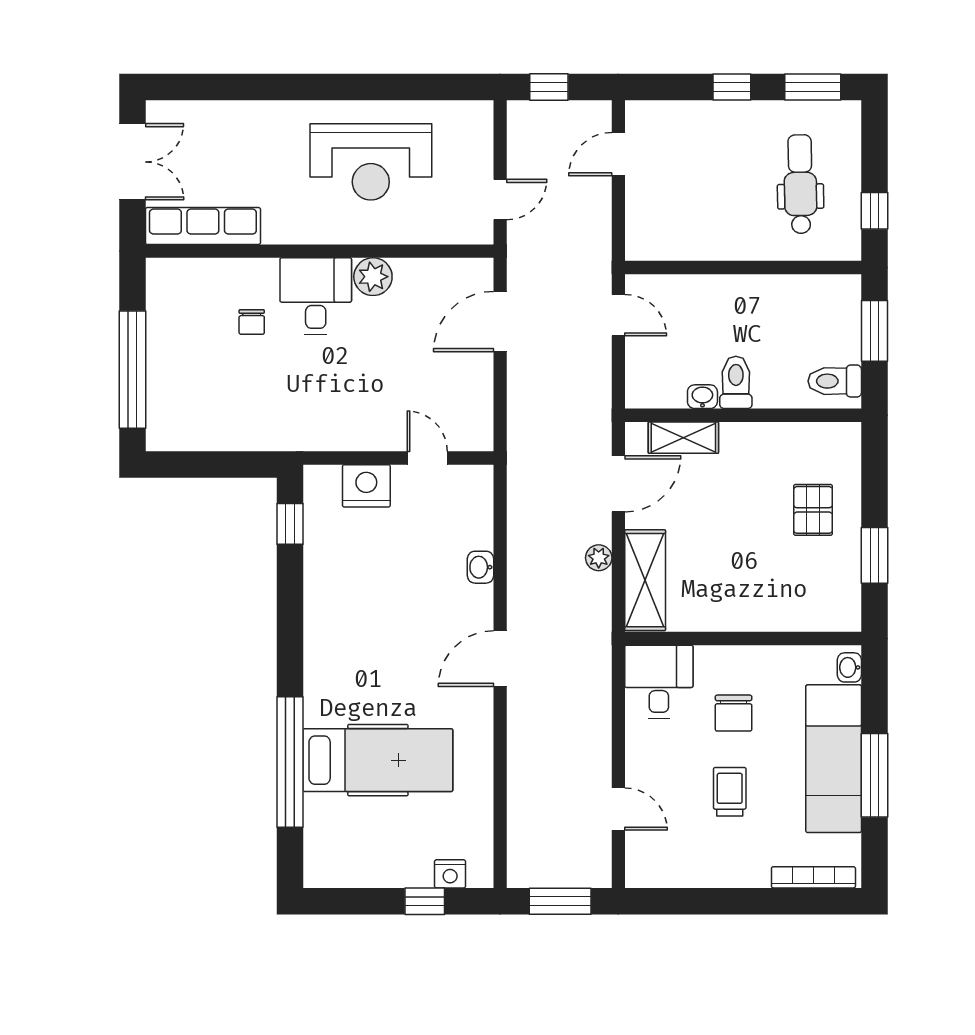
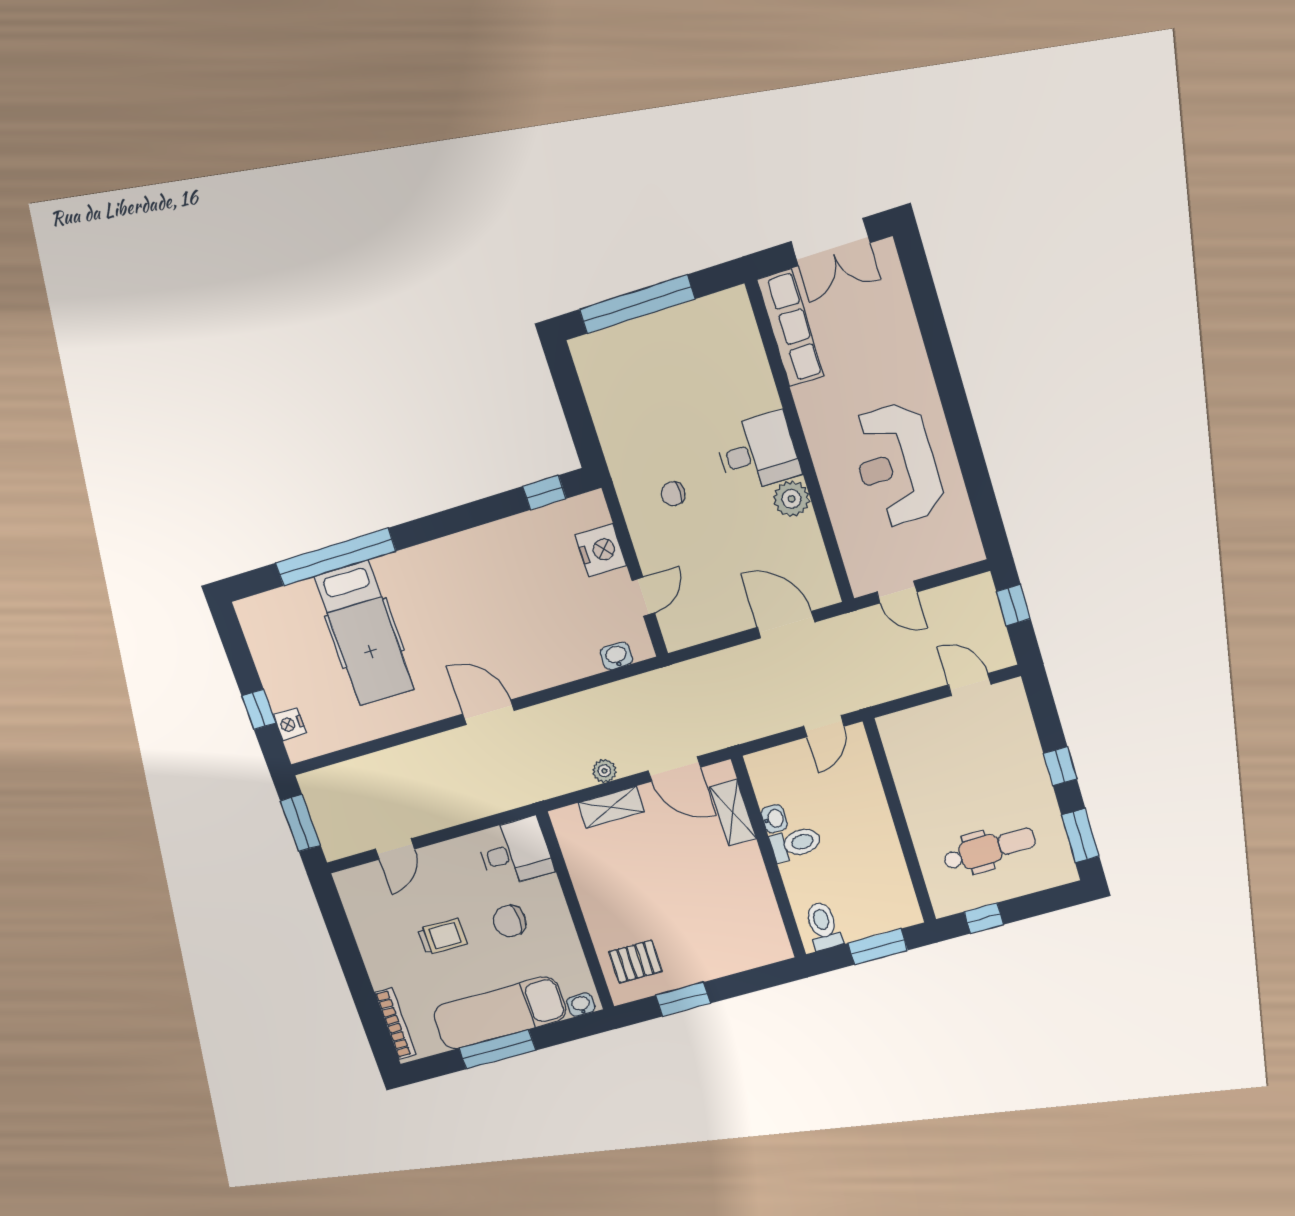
chair: (252, 322) -> (673, 494), moved
pallet: (813, 510) -> (636, 962), moved
washbasin: (480, 567) -> (616, 656), moved
shelving: (645, 580) -> (611, 807), width x0.67, depth x0.75

